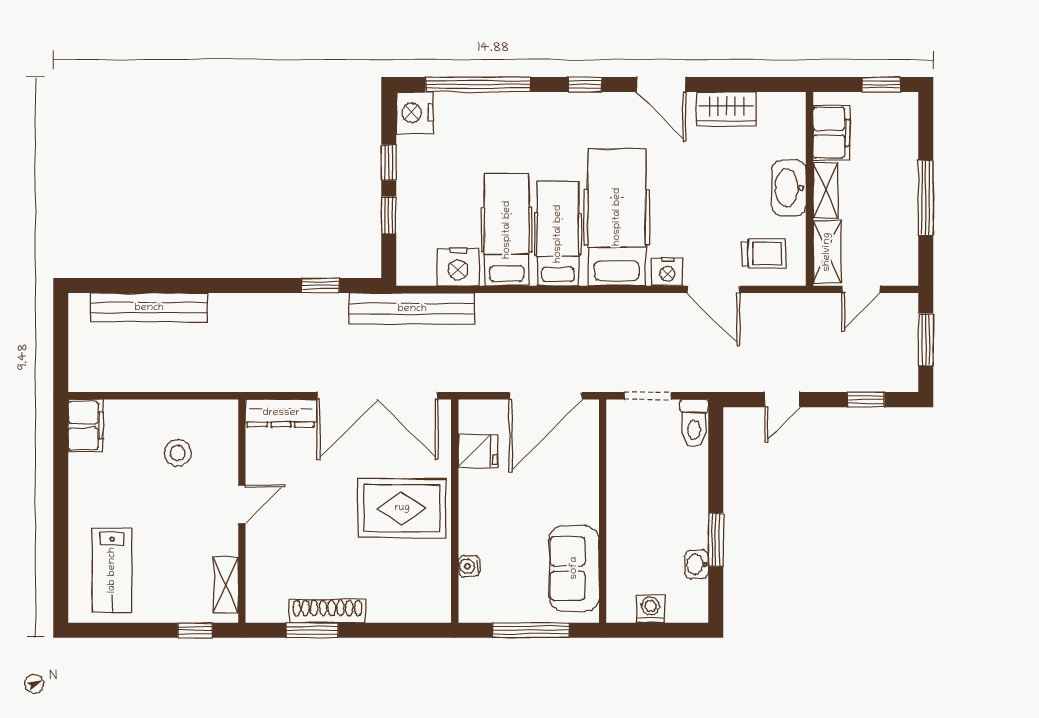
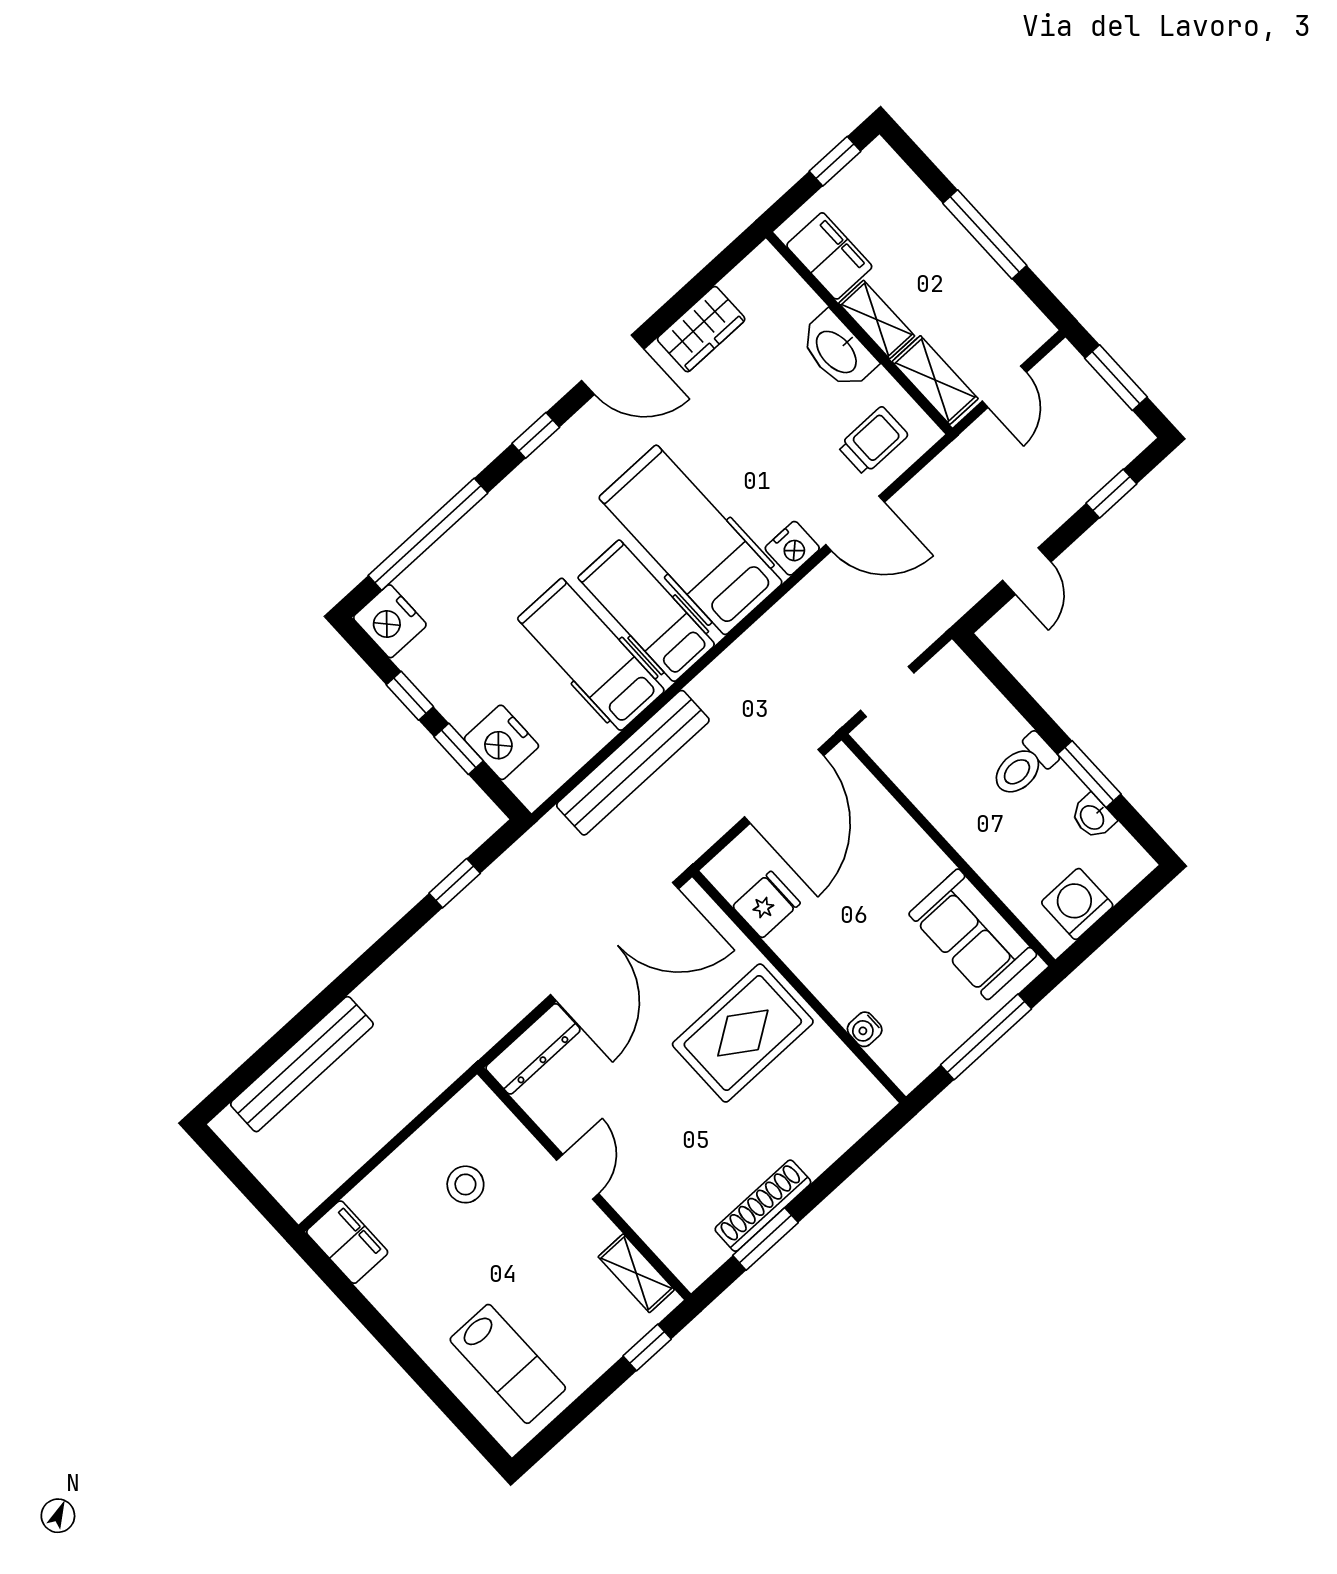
nightstand: (458, 267) -> (501, 742), moved, turned 90
bench: (412, 309) -> (633, 763), moved
toilet: (694, 423) -> (1024, 766), moved, turned 90
washing machine: (651, 609) -> (1077, 904), width x1.38, depth x1.38

